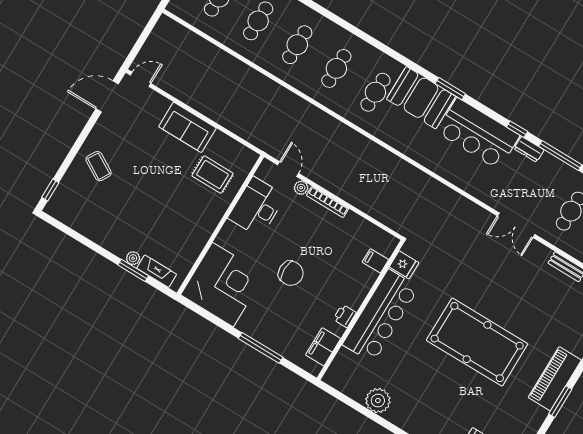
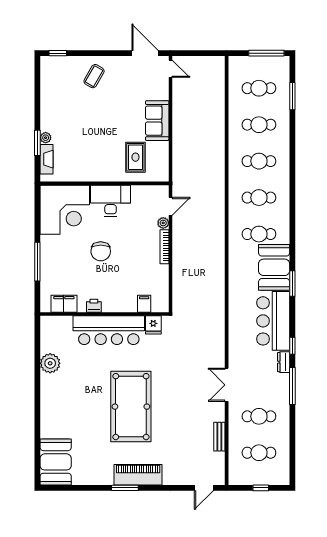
desk: (257, 207) -> (111, 201), moved

